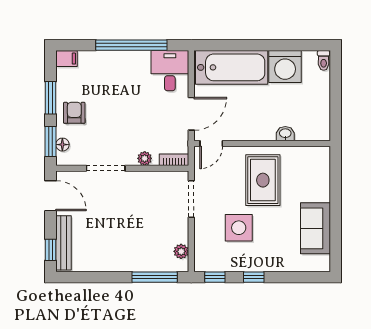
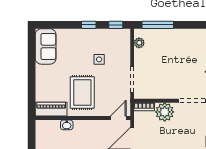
piano: (308, 156) -> (51, 109), added
plant: (145, 158) -> (165, 112), width x1.88, depth x1.88
side table: (239, 228) -> (99, 59), width x0.54, depth x0.54
sofa: (316, 228) -> (46, 46), moved

